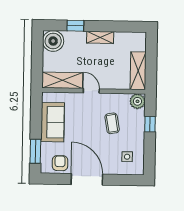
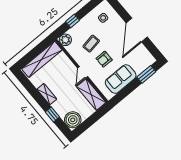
shelving: (138, 71) -> (42, 59), width x1.47
armchair: (60, 163) -> (104, 59), moved

